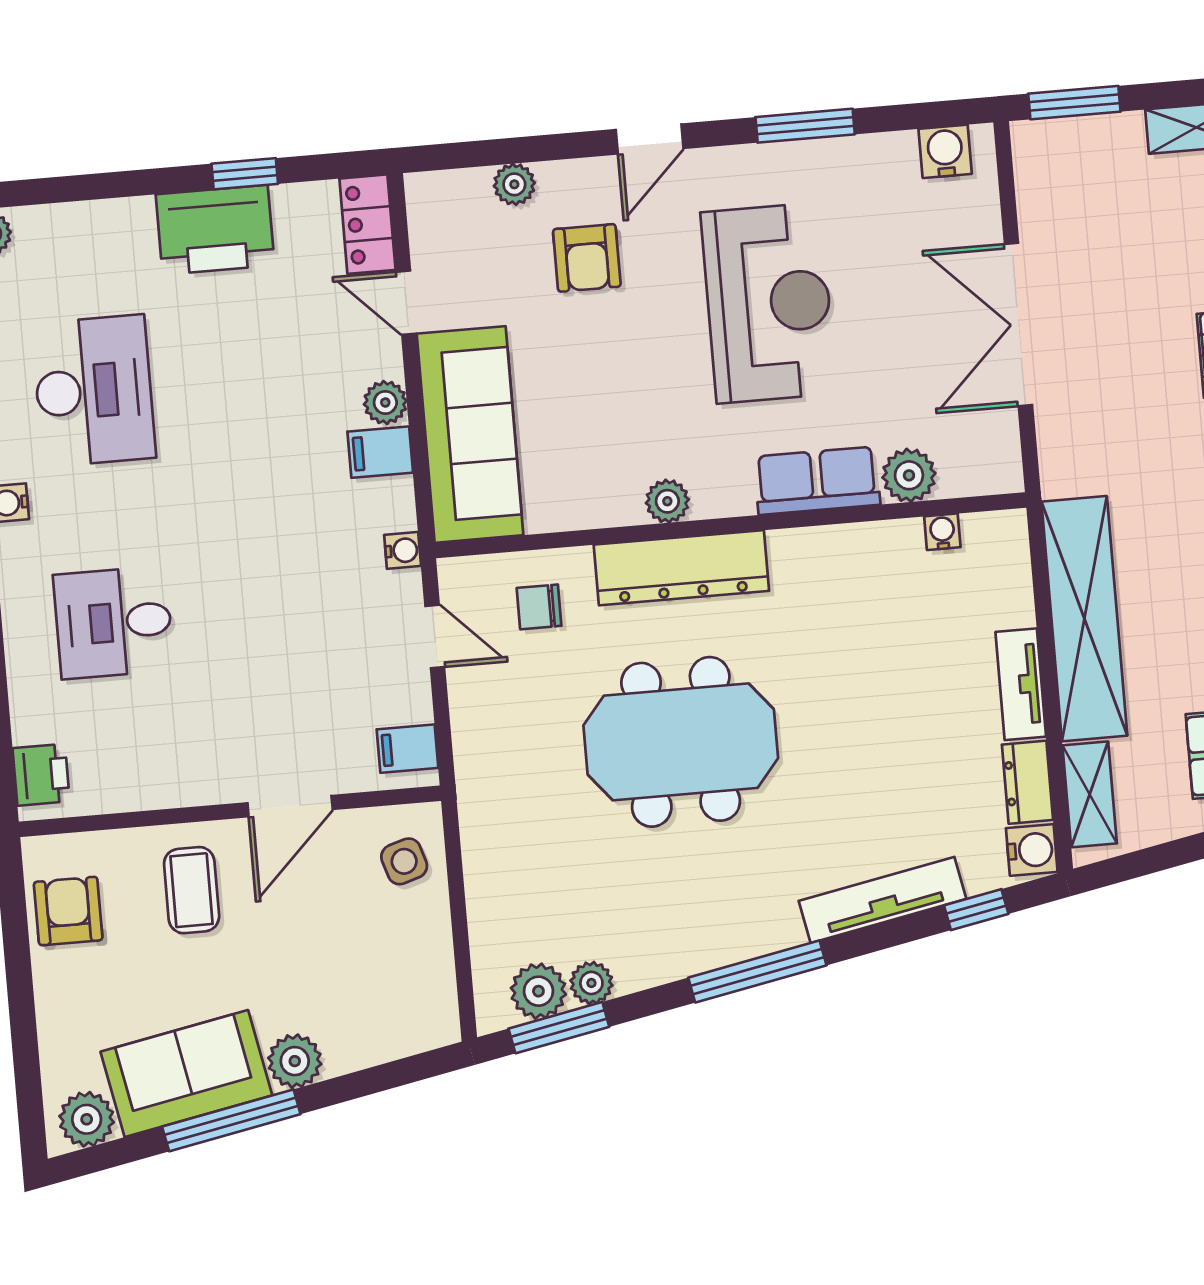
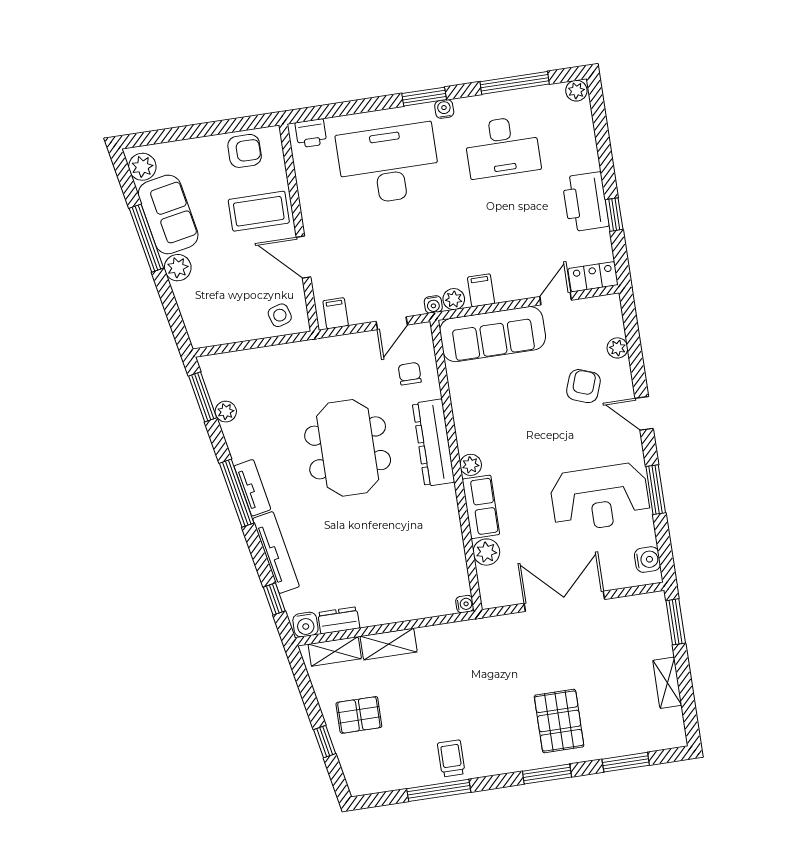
armchair: (587, 258) -> (583, 386), turned 110
reception desk: (769, 303) -> (600, 497), moved
plant: (385, 402) -> (454, 299), moved
plant: (667, 501) -> (471, 465), moved
water cooler: (942, 532) -> (465, 604), moved
shelving: (1084, 619) -> (389, 644), width x0.45, depth x0.75
desk: (114, 622) -> (388, 164), width x1.87, depth x1.30
tv unit: (1021, 684) -> (252, 488), moved, turned 79
coffee table: (192, 890) -> (259, 211), width x1.36, depth x1.30
plant: (538, 991) -> (220, 386), removed

